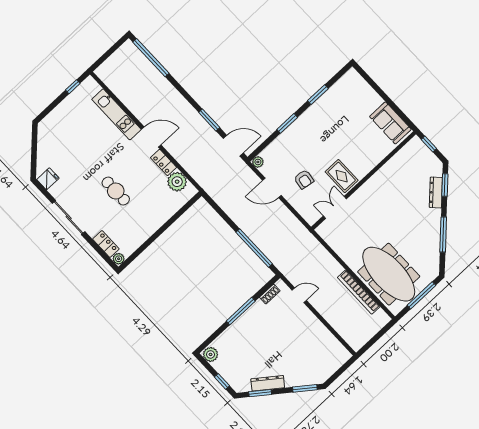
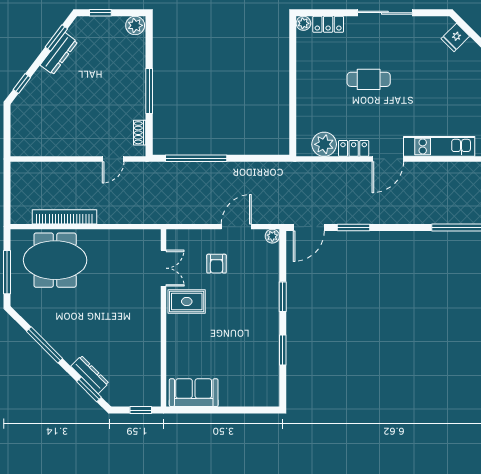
fridge: (48, 179) -> (455, 37), moved, turned 45
armchair: (304, 179) -> (216, 264), turned -99
meeting table: (389, 274) -> (55, 260), width x0.73
window: (305, 388) -> (22, 83), width x0.67

